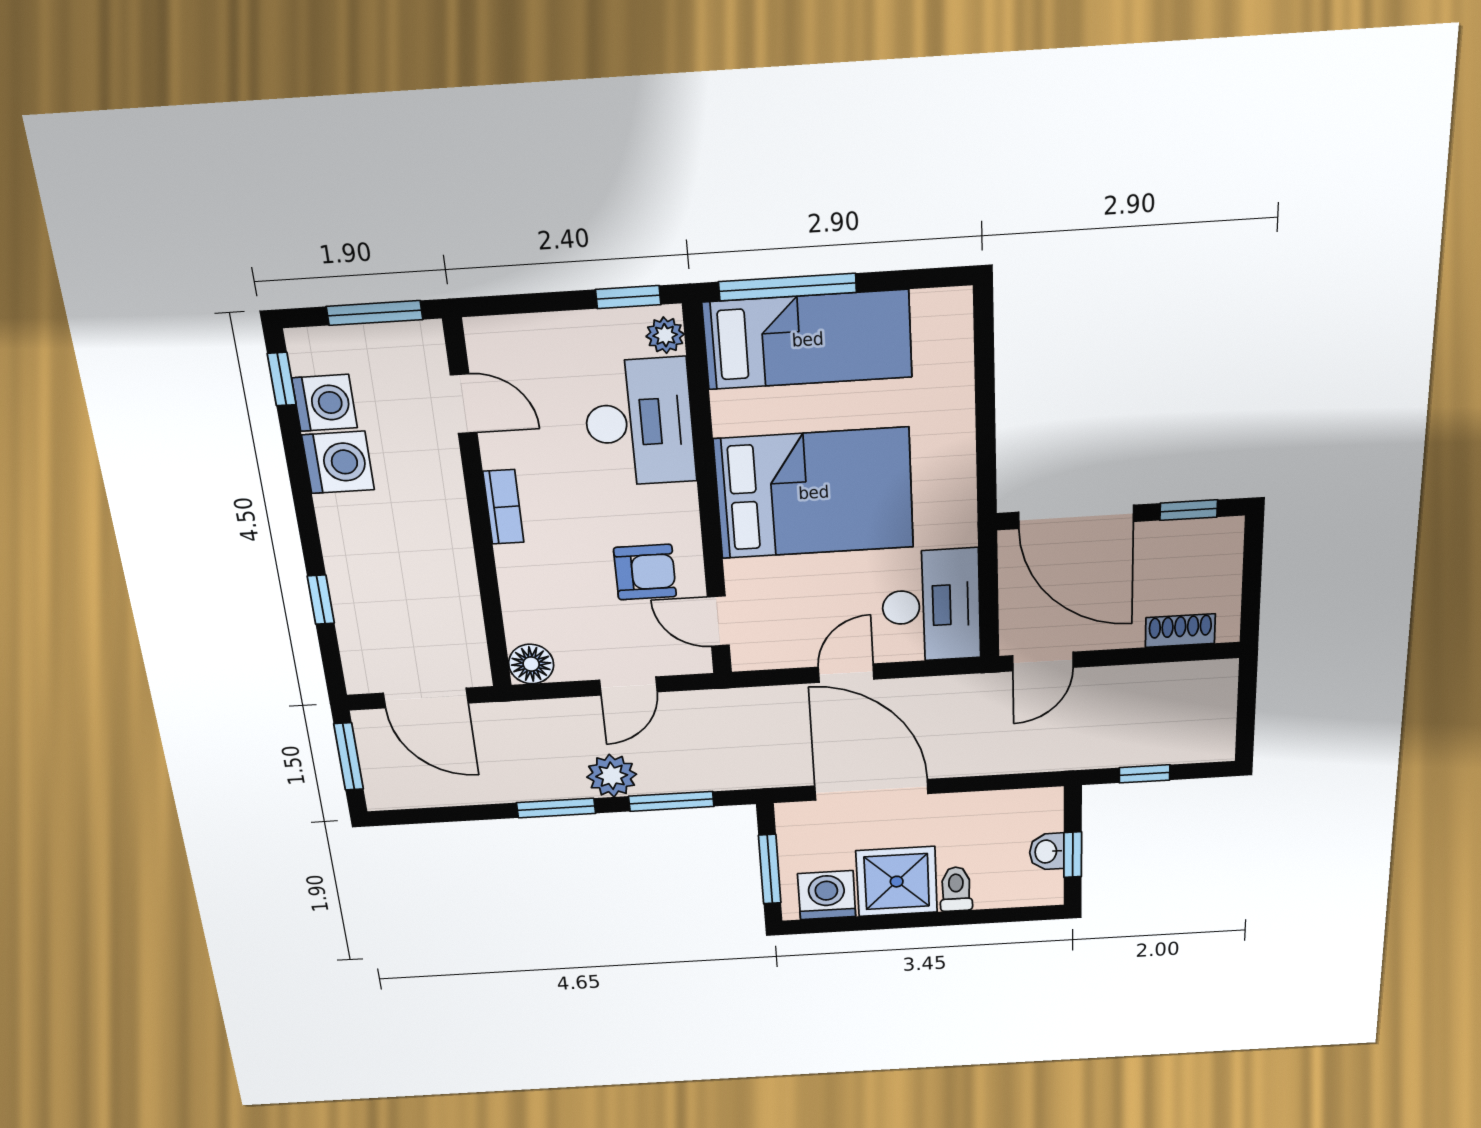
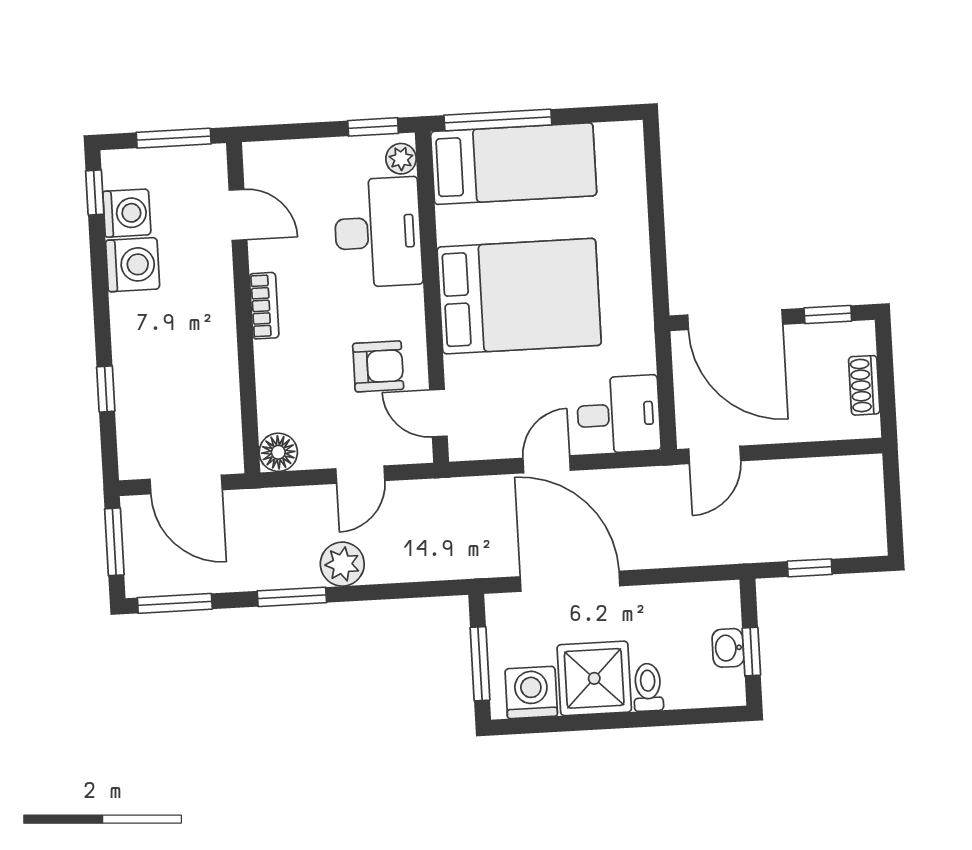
desk: (931, 606) -> (618, 415), width x0.73
shoe rack: (1180, 631) -> (864, 385), moved, turned -90
window: (671, 801) -> (175, 603), moved

